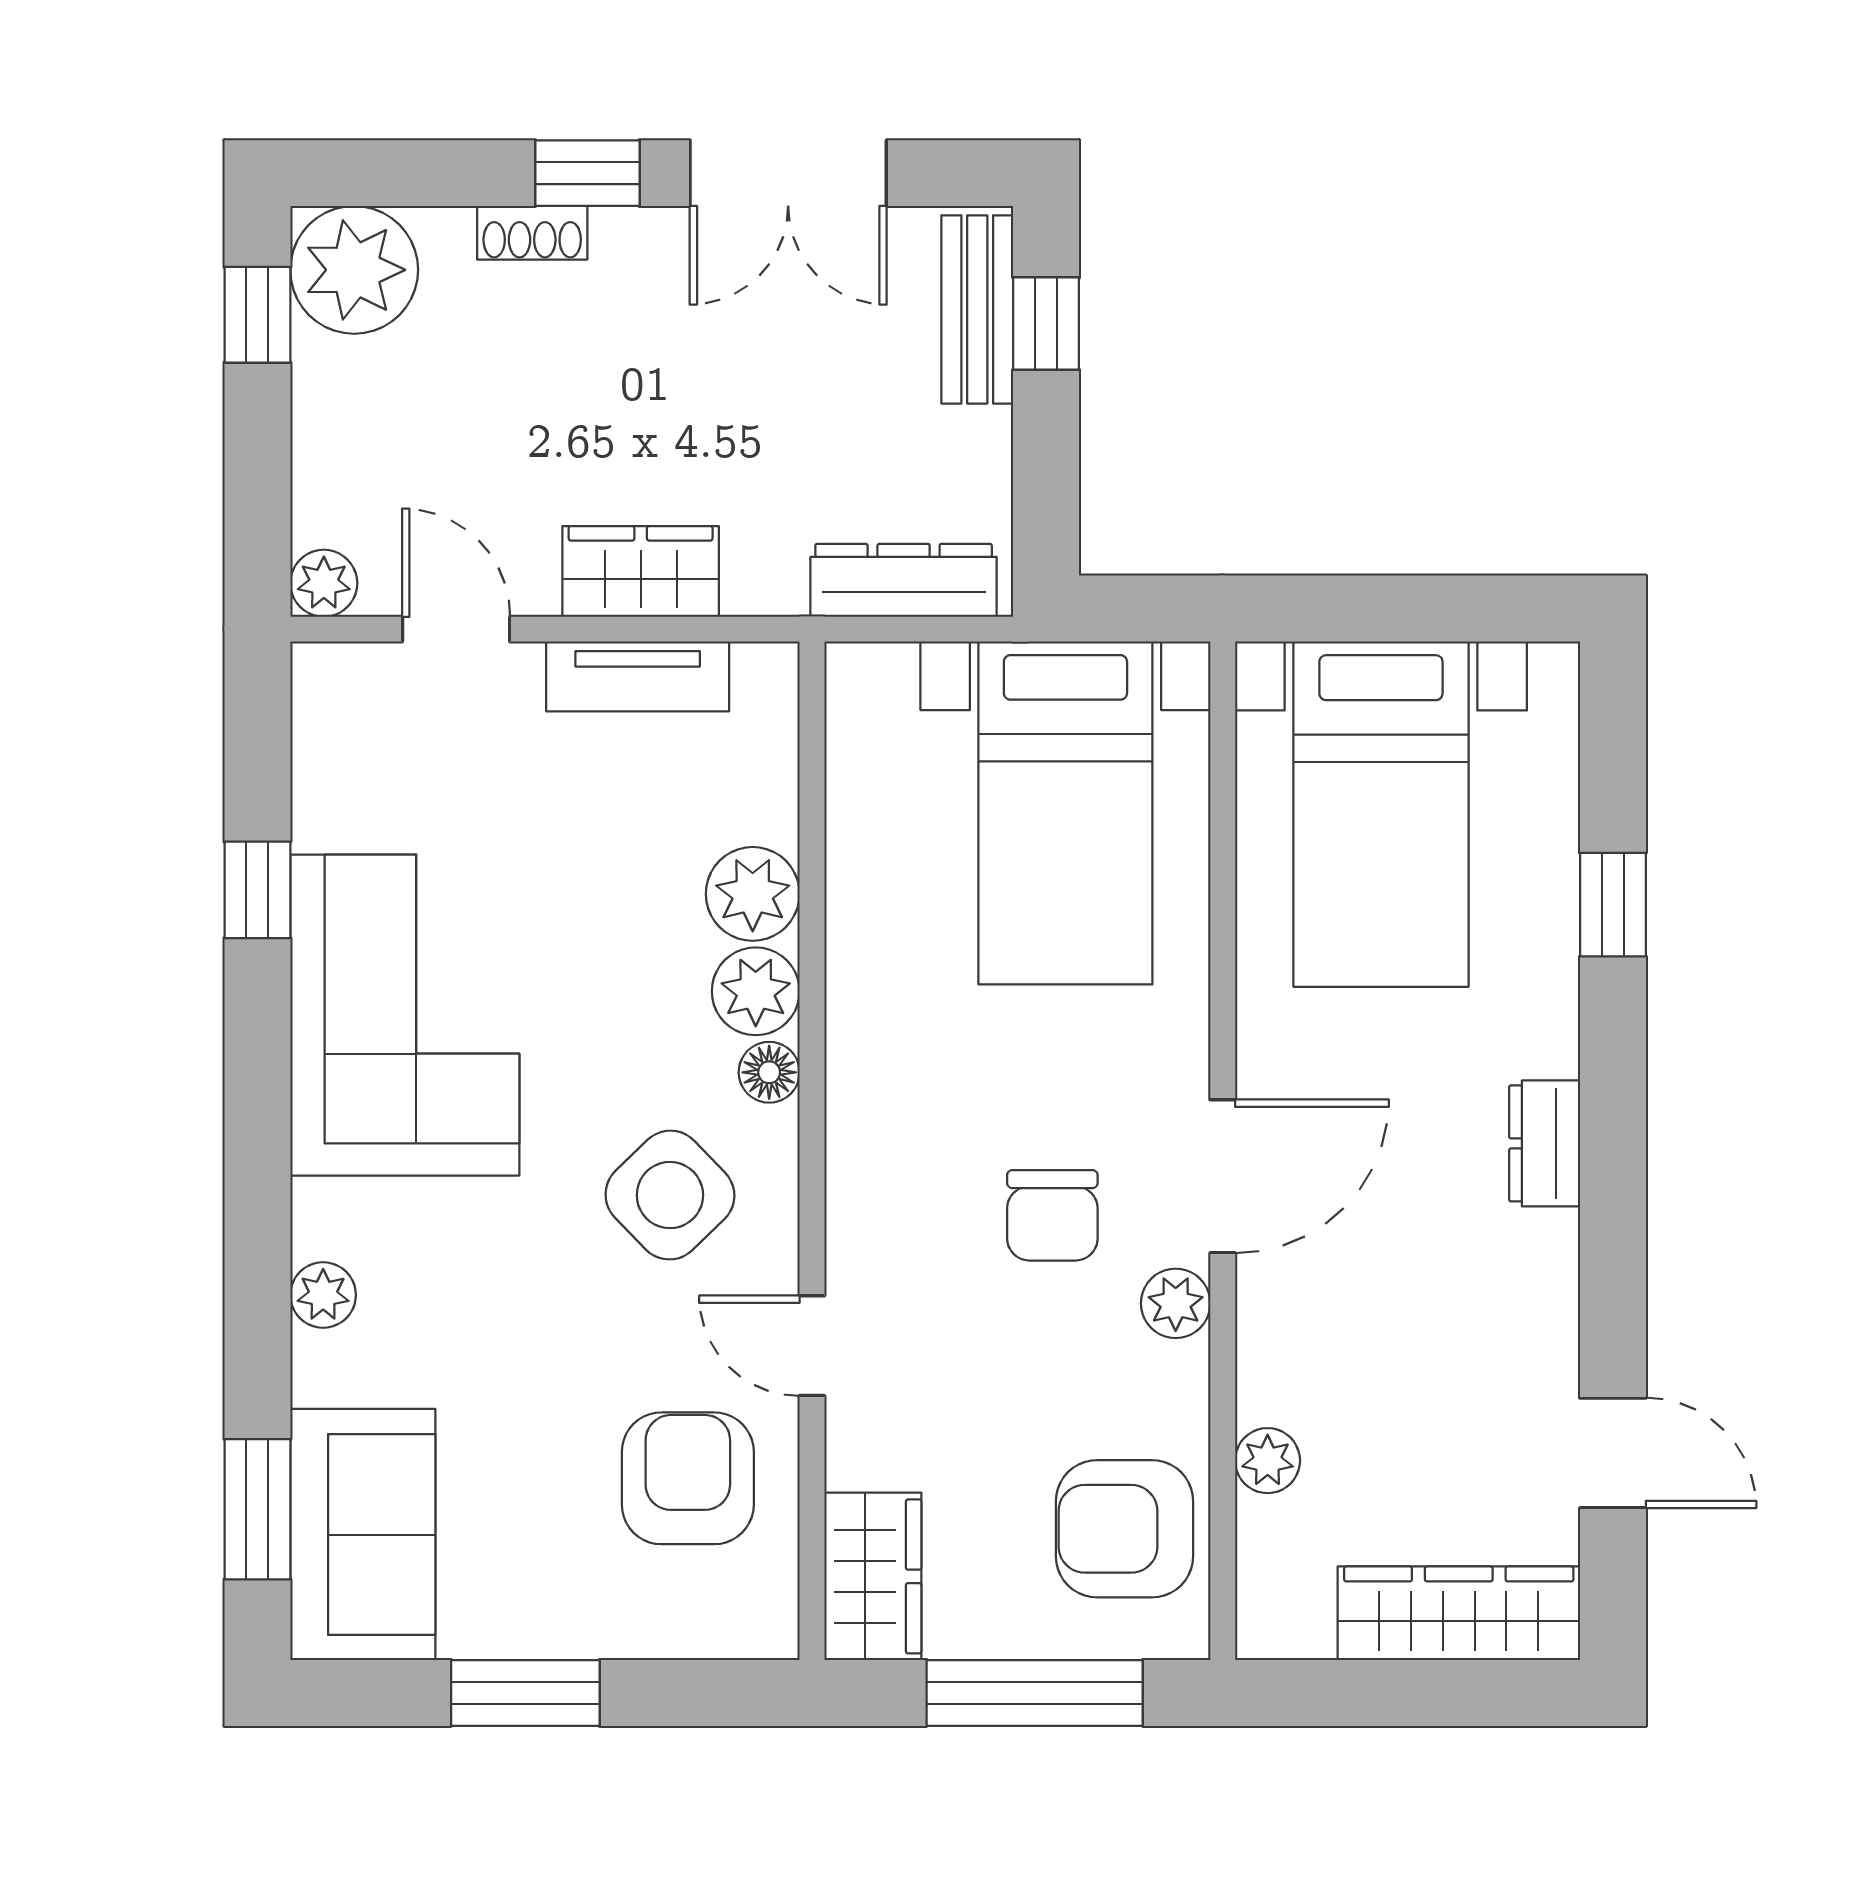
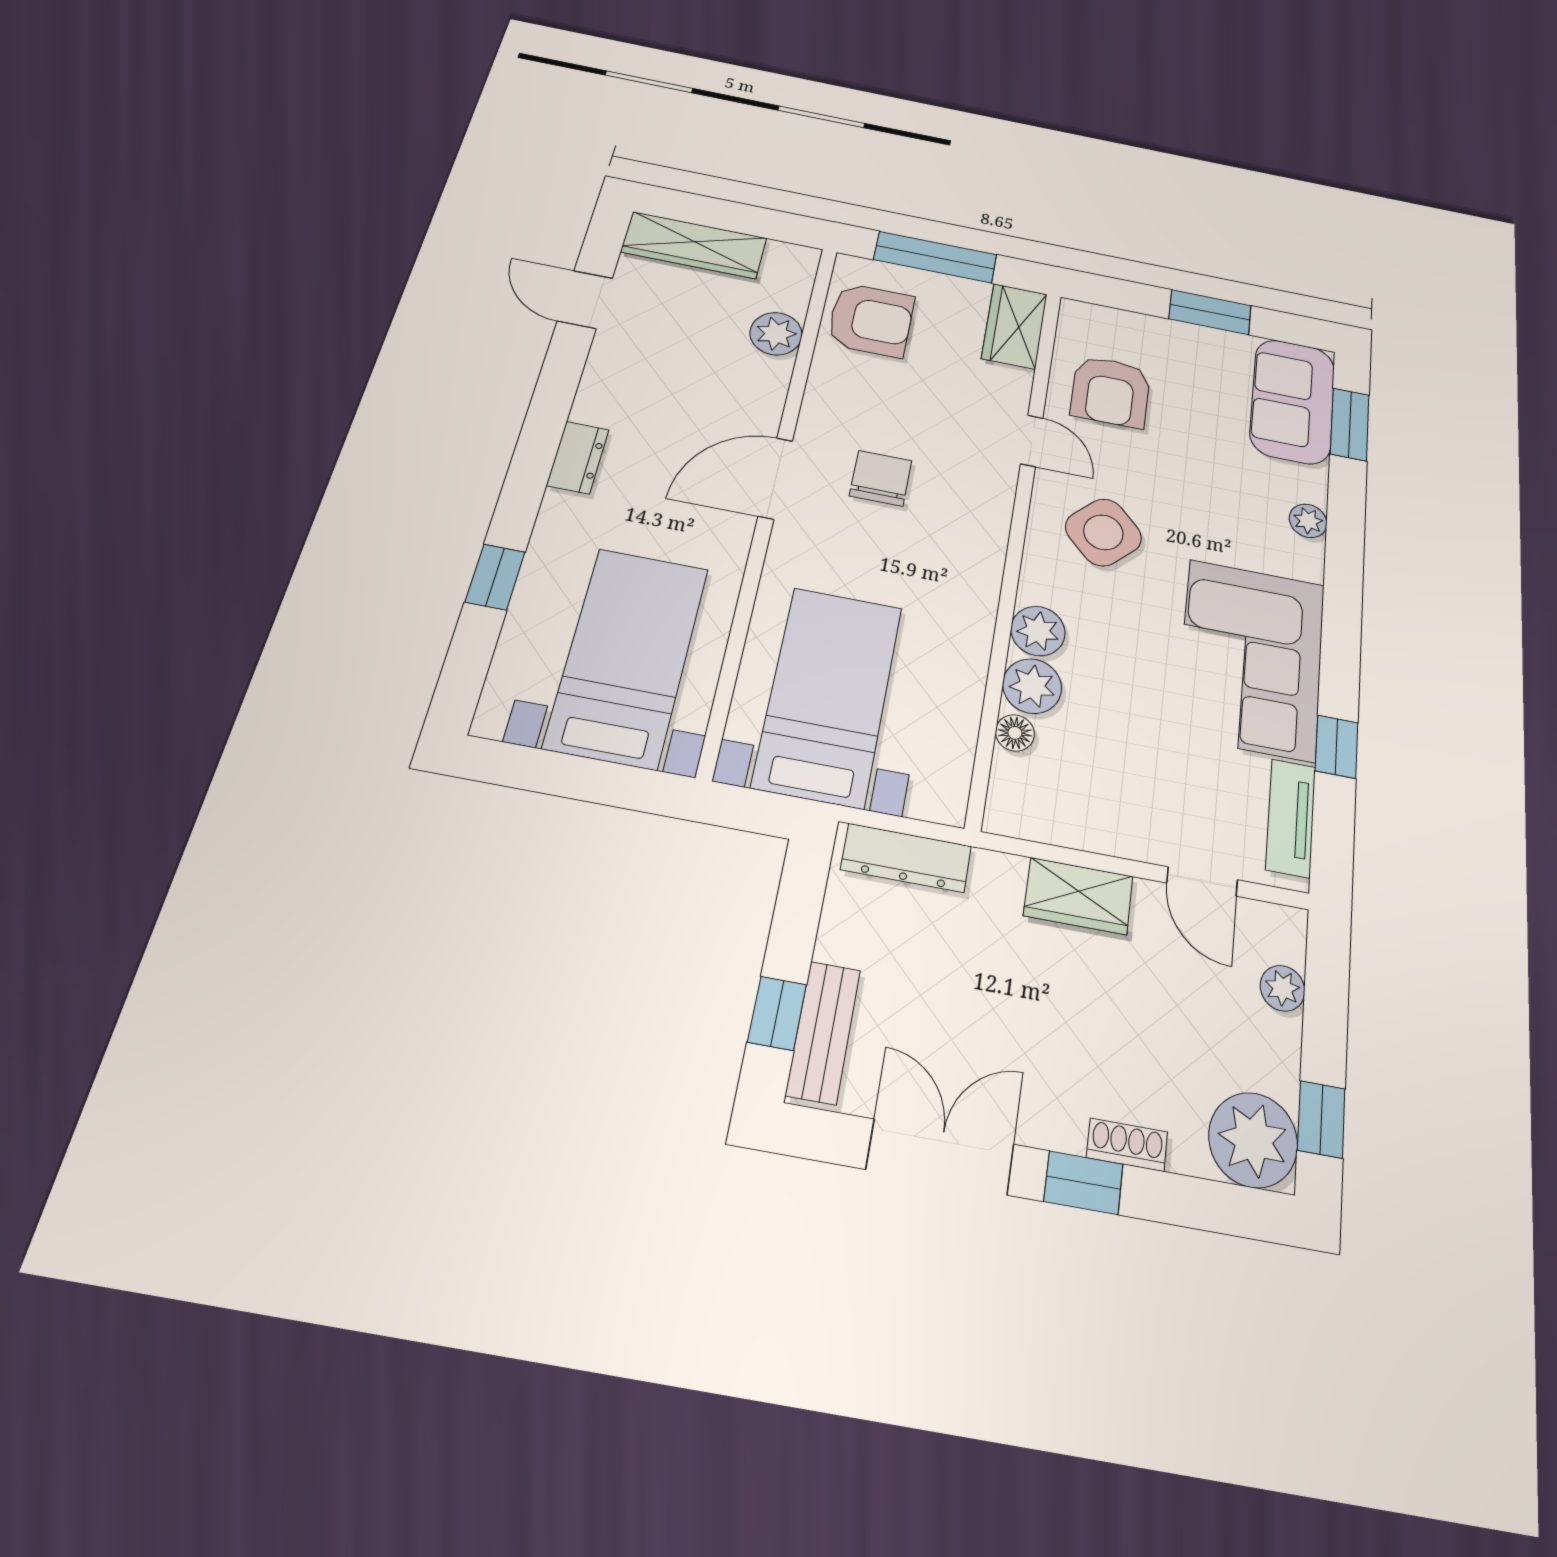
plant: (324, 583) -> (1283, 988), moved
tv unit: (638, 676) -> (1291, 818), moved, turned -90
floor lamp: (769, 1072) -> (1015, 733), moved
plant: (1176, 1303) -> (818, 420), removed
plant: (1268, 1461) -> (776, 334), width x1.38, depth x1.38

